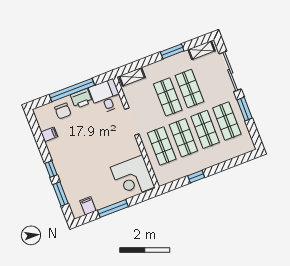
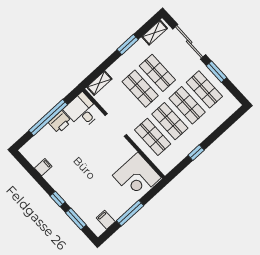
chair: (63, 111) -> (47, 140), removed

